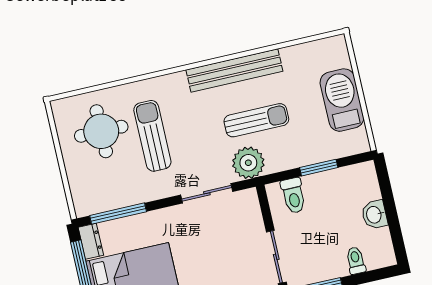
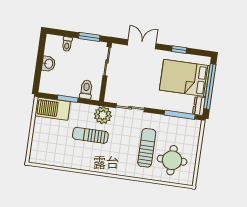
bench: (234, 71) -> (92, 165), removed
barbecue: (342, 100) -> (53, 109), moved, turned 90
sun lounger: (152, 136) -> (147, 148), turned 180

